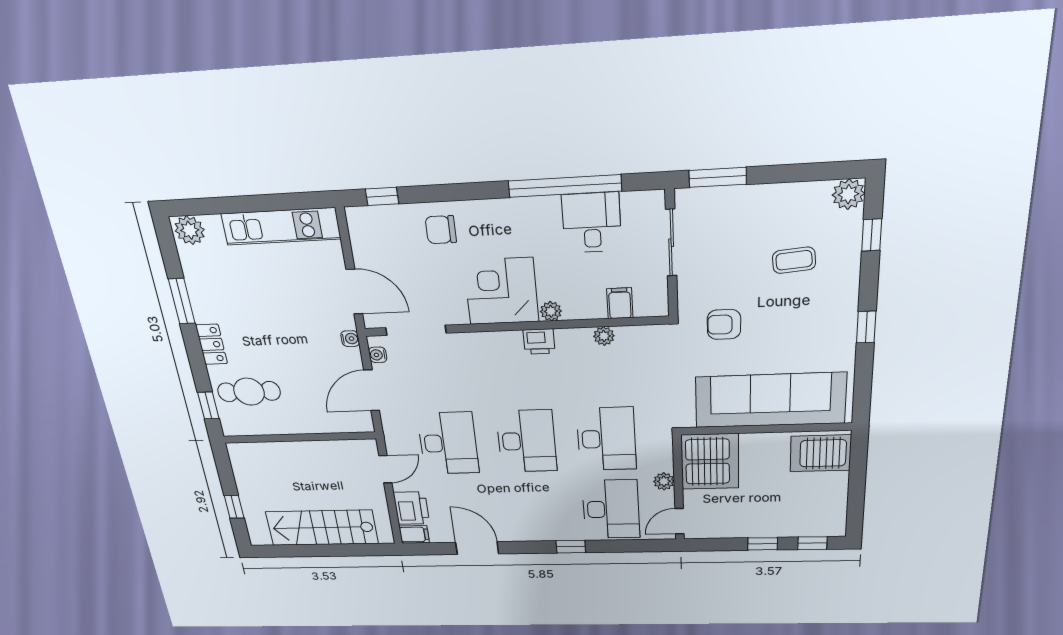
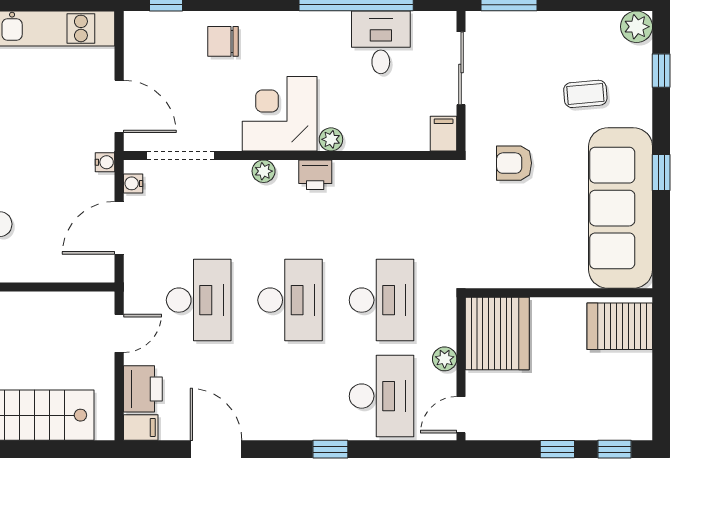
filing cabinet: (620, 303) -> (444, 134), moved
plant: (604, 336) -> (264, 171), moved
sofa: (770, 400) -> (621, 208), moved, turned -90

